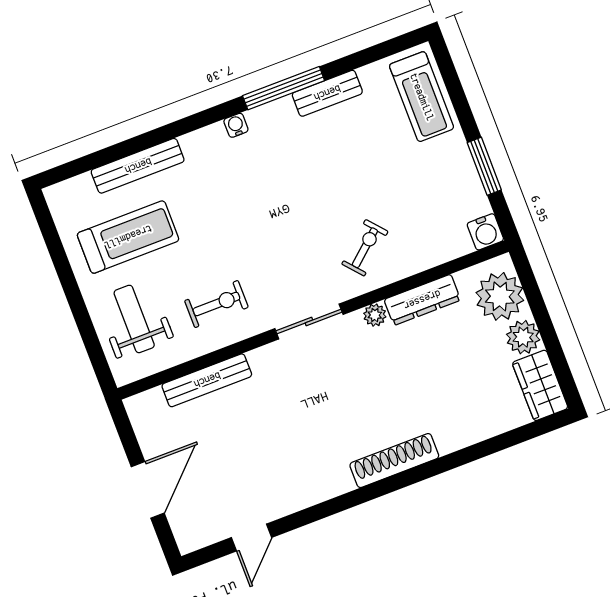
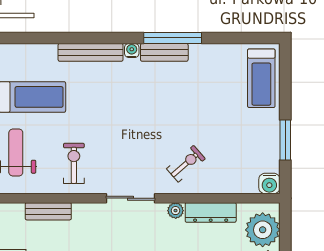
bench: (327, 93) -> (164, 52), moved
bench: (138, 166) -> (91, 52), moved
exercise bike: (216, 304) -> (74, 163), turned -90
bench: (207, 380) -> (48, 211), width x0.73

